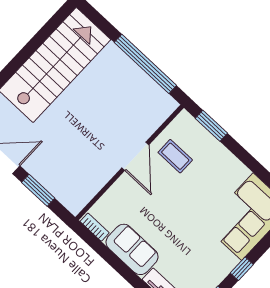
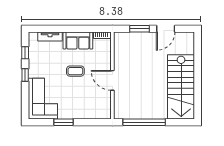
window: (211, 126) -> (64, 122), moved
coffee table: (175, 156) -> (75, 71), moved

